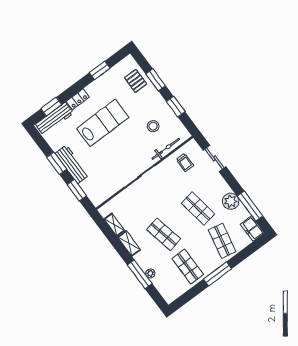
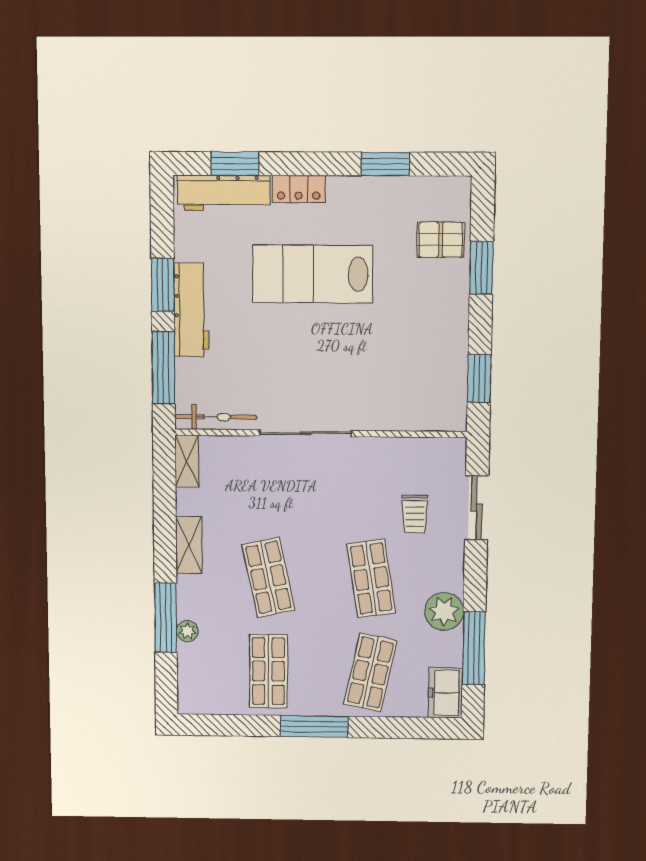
pallet: (136, 81) -> (441, 240), turned 90
window: (176, 107) -> (479, 379), moved
lab bench: (103, 123) -> (313, 274), turned 180
stool: (153, 126) -> (406, 356), removed
bicycle: (166, 149) -> (216, 417), moved
trolley: (185, 162) -> (415, 514), moved
window: (77, 190) -> (163, 368), width x1.44
shelving: (114, 225) -> (187, 461), moved

